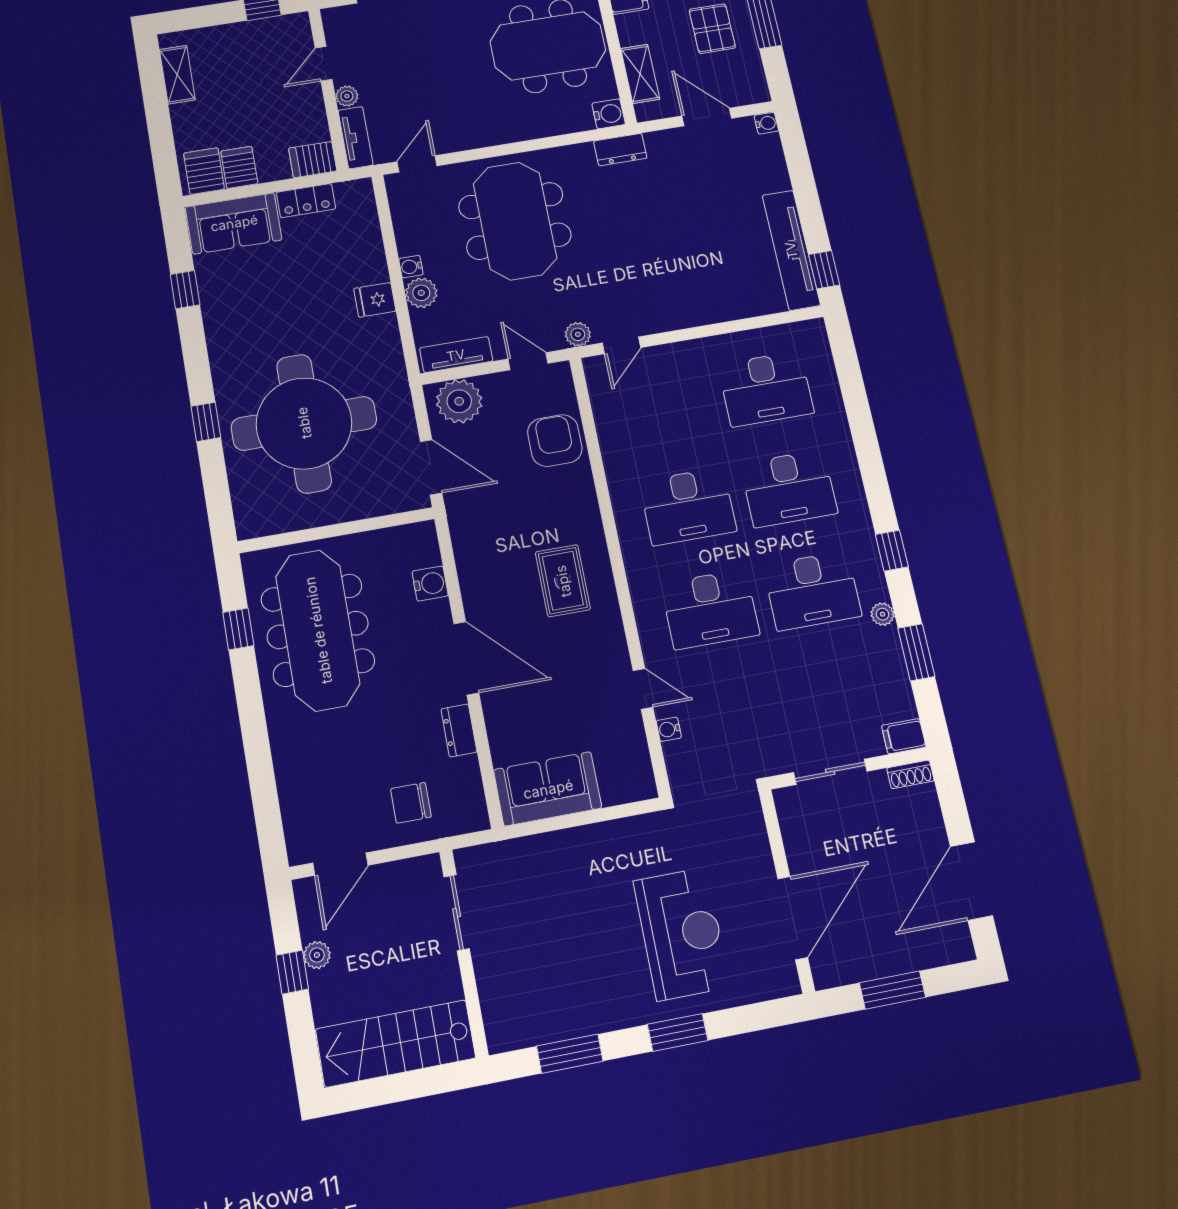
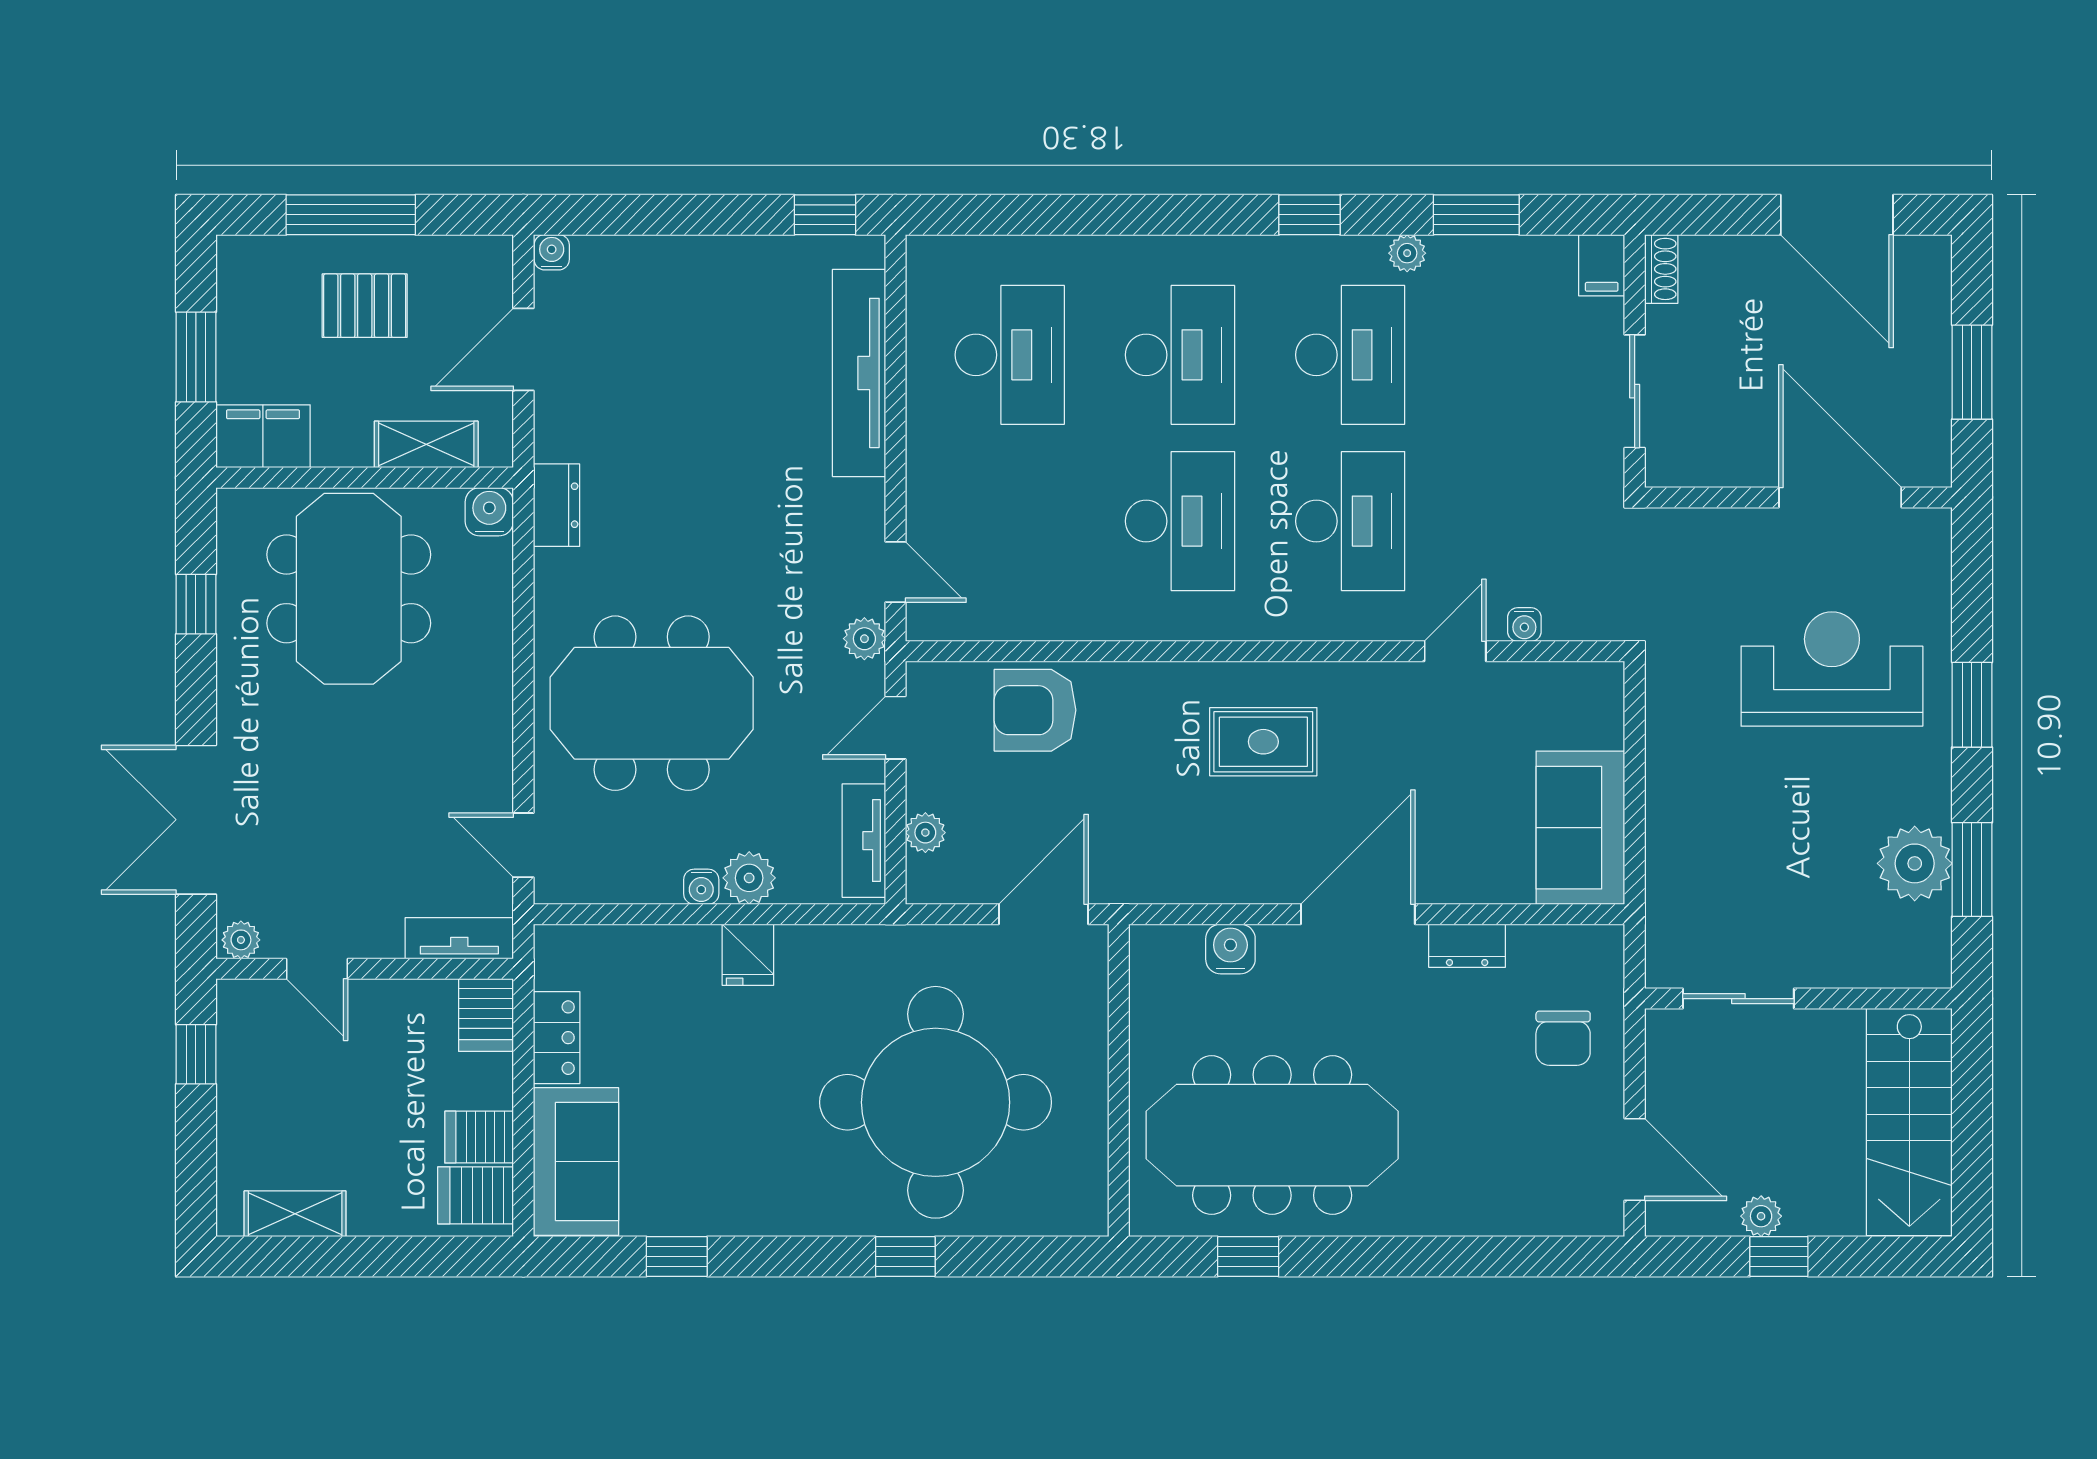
plant: (347, 96) -> (241, 940), moved
tv unit: (791, 250) -> (859, 373), moved, turned 90
plant: (459, 401) -> (925, 833), width x0.53, depth x0.53
plant: (566, 1014) -> (1915, 863), added

